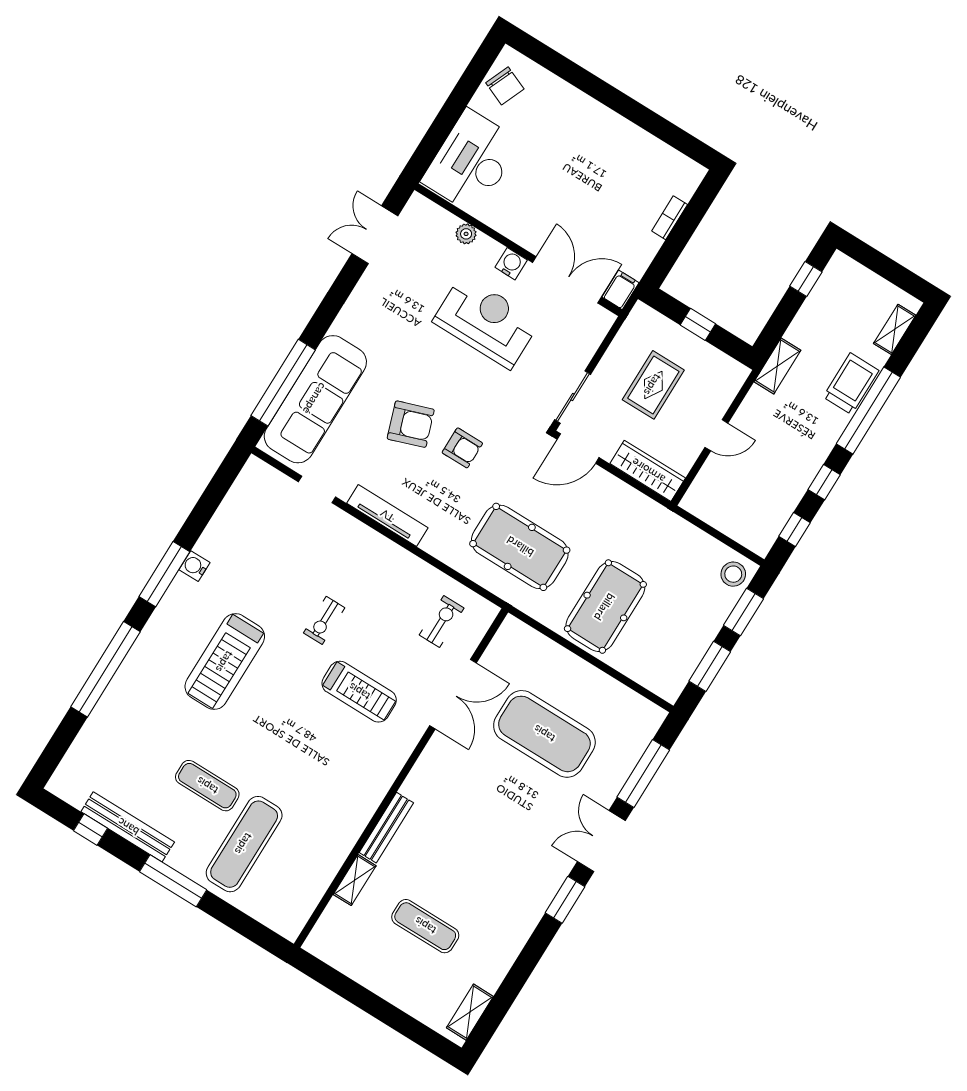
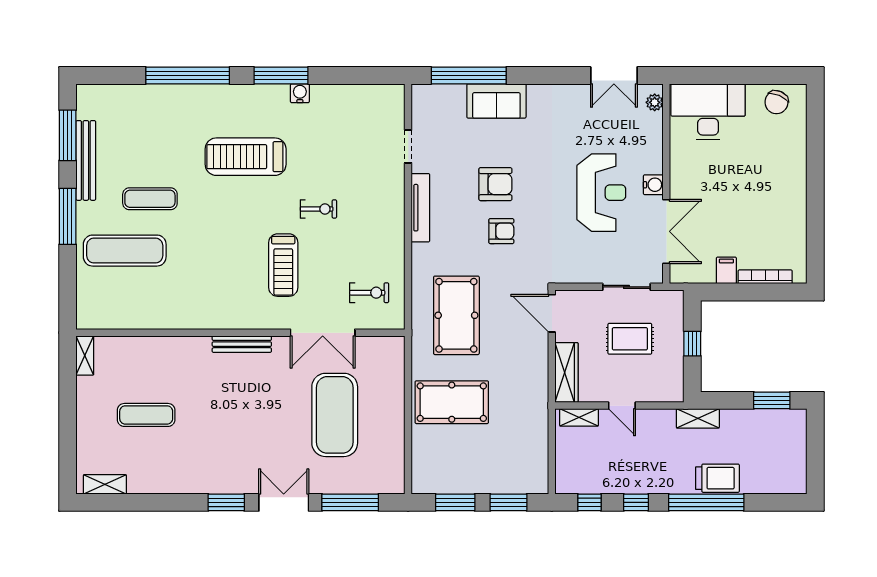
bookcase: (670, 218) -> (765, 277), width x1.56
plant: (466, 234) -> (655, 102), moved
double door: (375, 235) -> (614, 75), swing flipped
window: (806, 279) -> (772, 400), width x1.50
filing cabinet: (620, 290) -> (726, 270), moved, turned -90
shelving: (895, 329) -> (579, 417), moved
sliding door: (573, 397) -> (626, 287), moved
sofa: (315, 399) -> (496, 101), width x0.54, depth x0.79
armchair: (411, 424) -> (495, 184), turned -71
armchair: (462, 448) -> (501, 231), turned -90
stool: (733, 574) -> (531, 479), removed
exercise bike: (324, 620) -> (318, 209), turned 180
exercise mat: (207, 786) -> (150, 199), turned 90
bench: (386, 828) -> (242, 344), moved
window: (91, 830) -> (68, 135), width x2.17
shelving: (355, 880) -> (85, 355), moved, turned 90
exercise mat: (425, 926) -> (146, 415), turned 90

